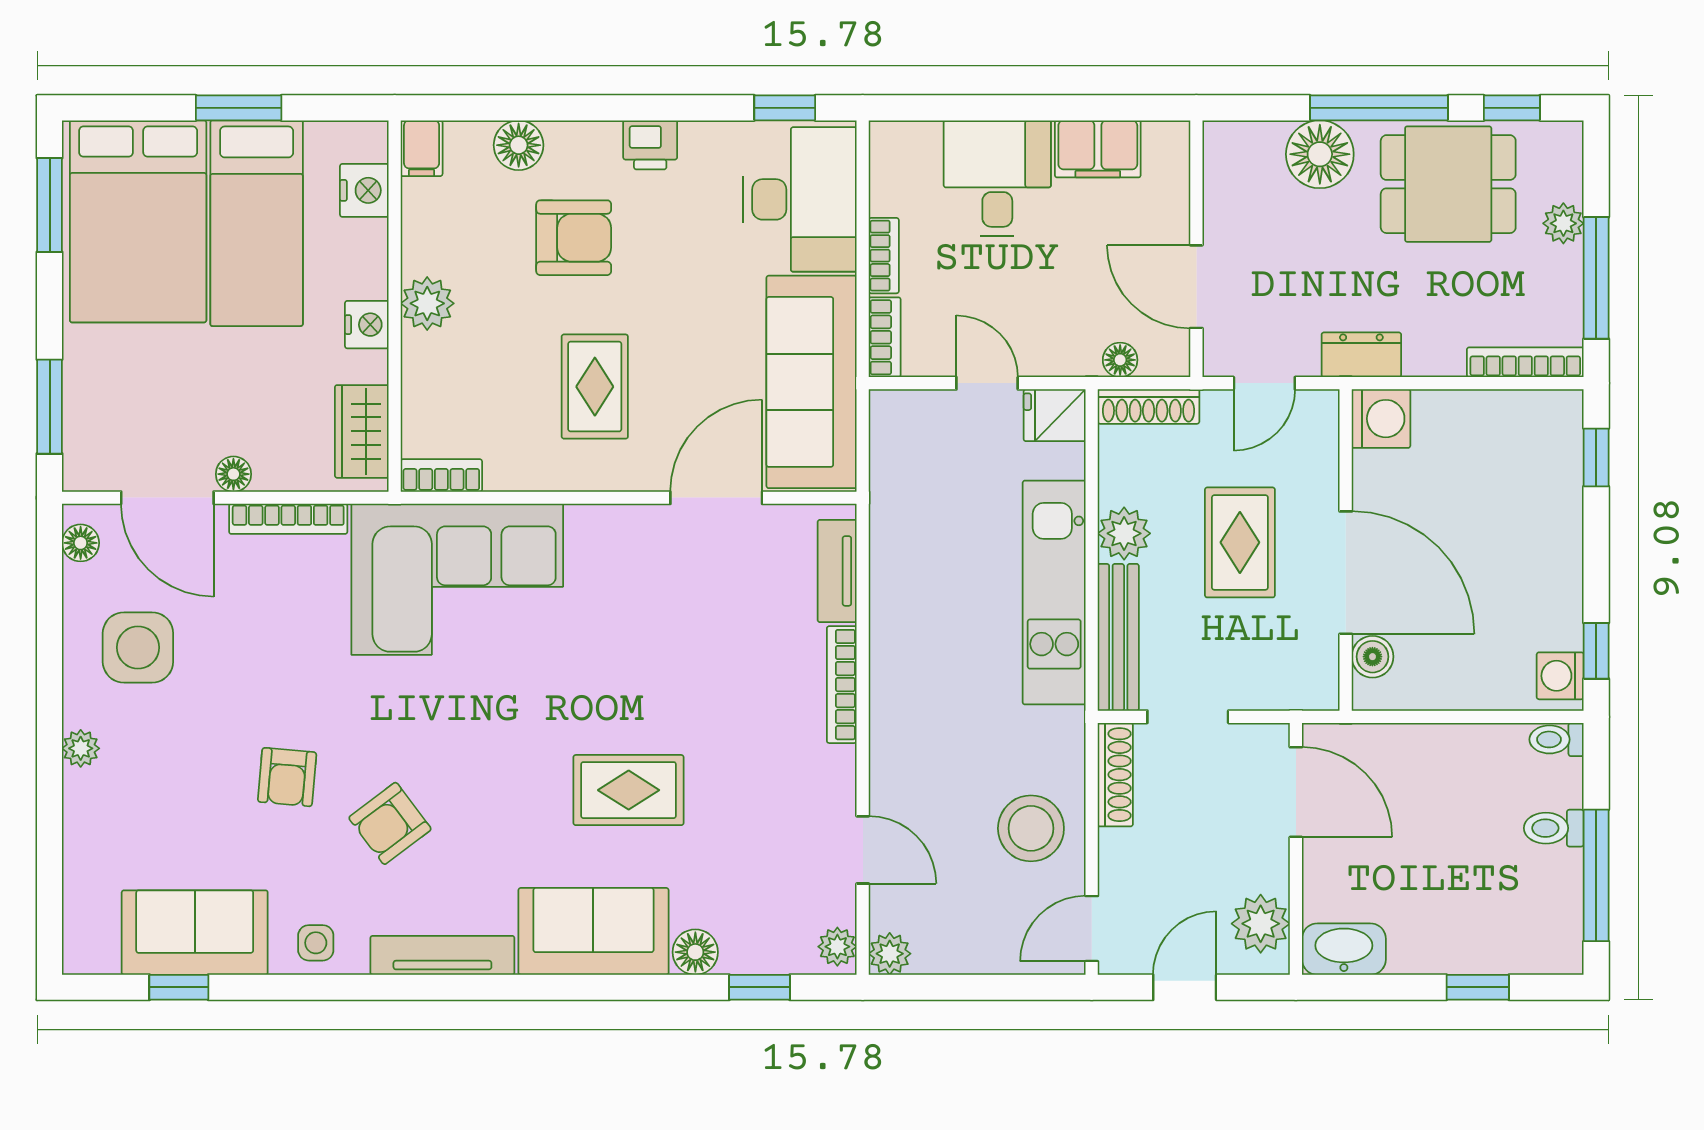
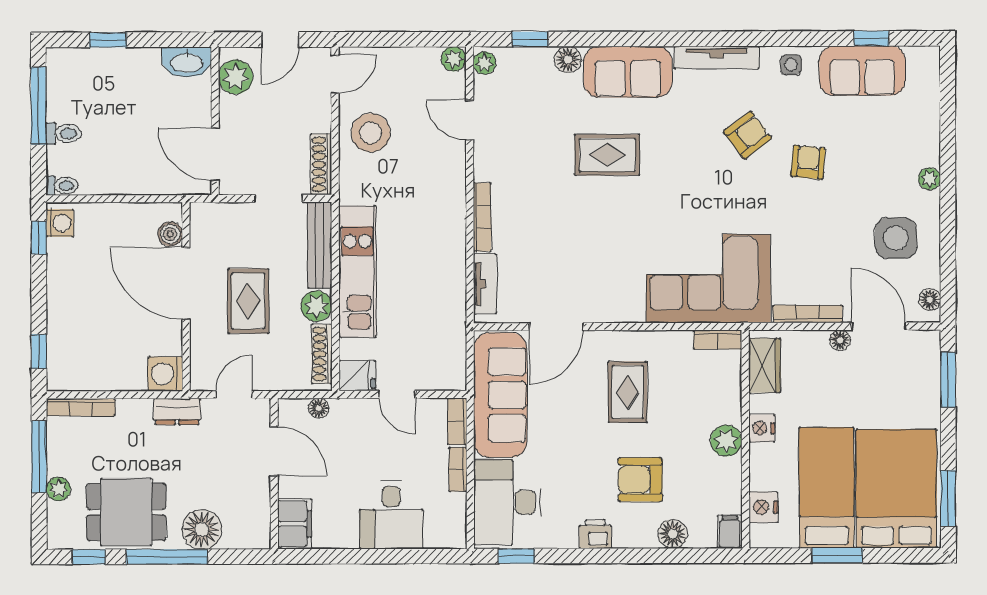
filing cabinet: (1098, 149) -> (295, 524), moved, turned 90
shoe rack: (1149, 406) -> (322, 354), moved, turned -90

